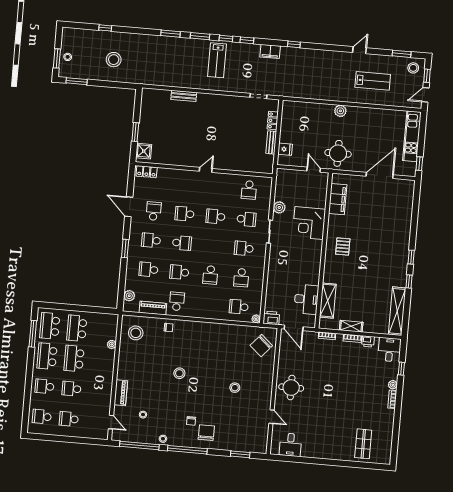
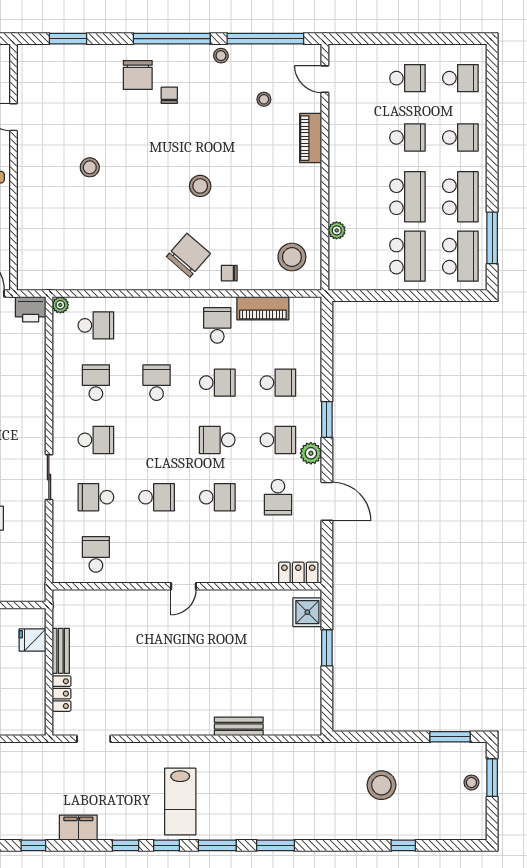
lab bench: (217, 60) -> (180, 802), turned 180
plant: (279, 207) -> (34, 526), removed
plant: (129, 296) -> (311, 453), moved
school desk: (177, 301) -> (217, 325), turned 180
chair: (261, 345) -> (188, 255), moved

